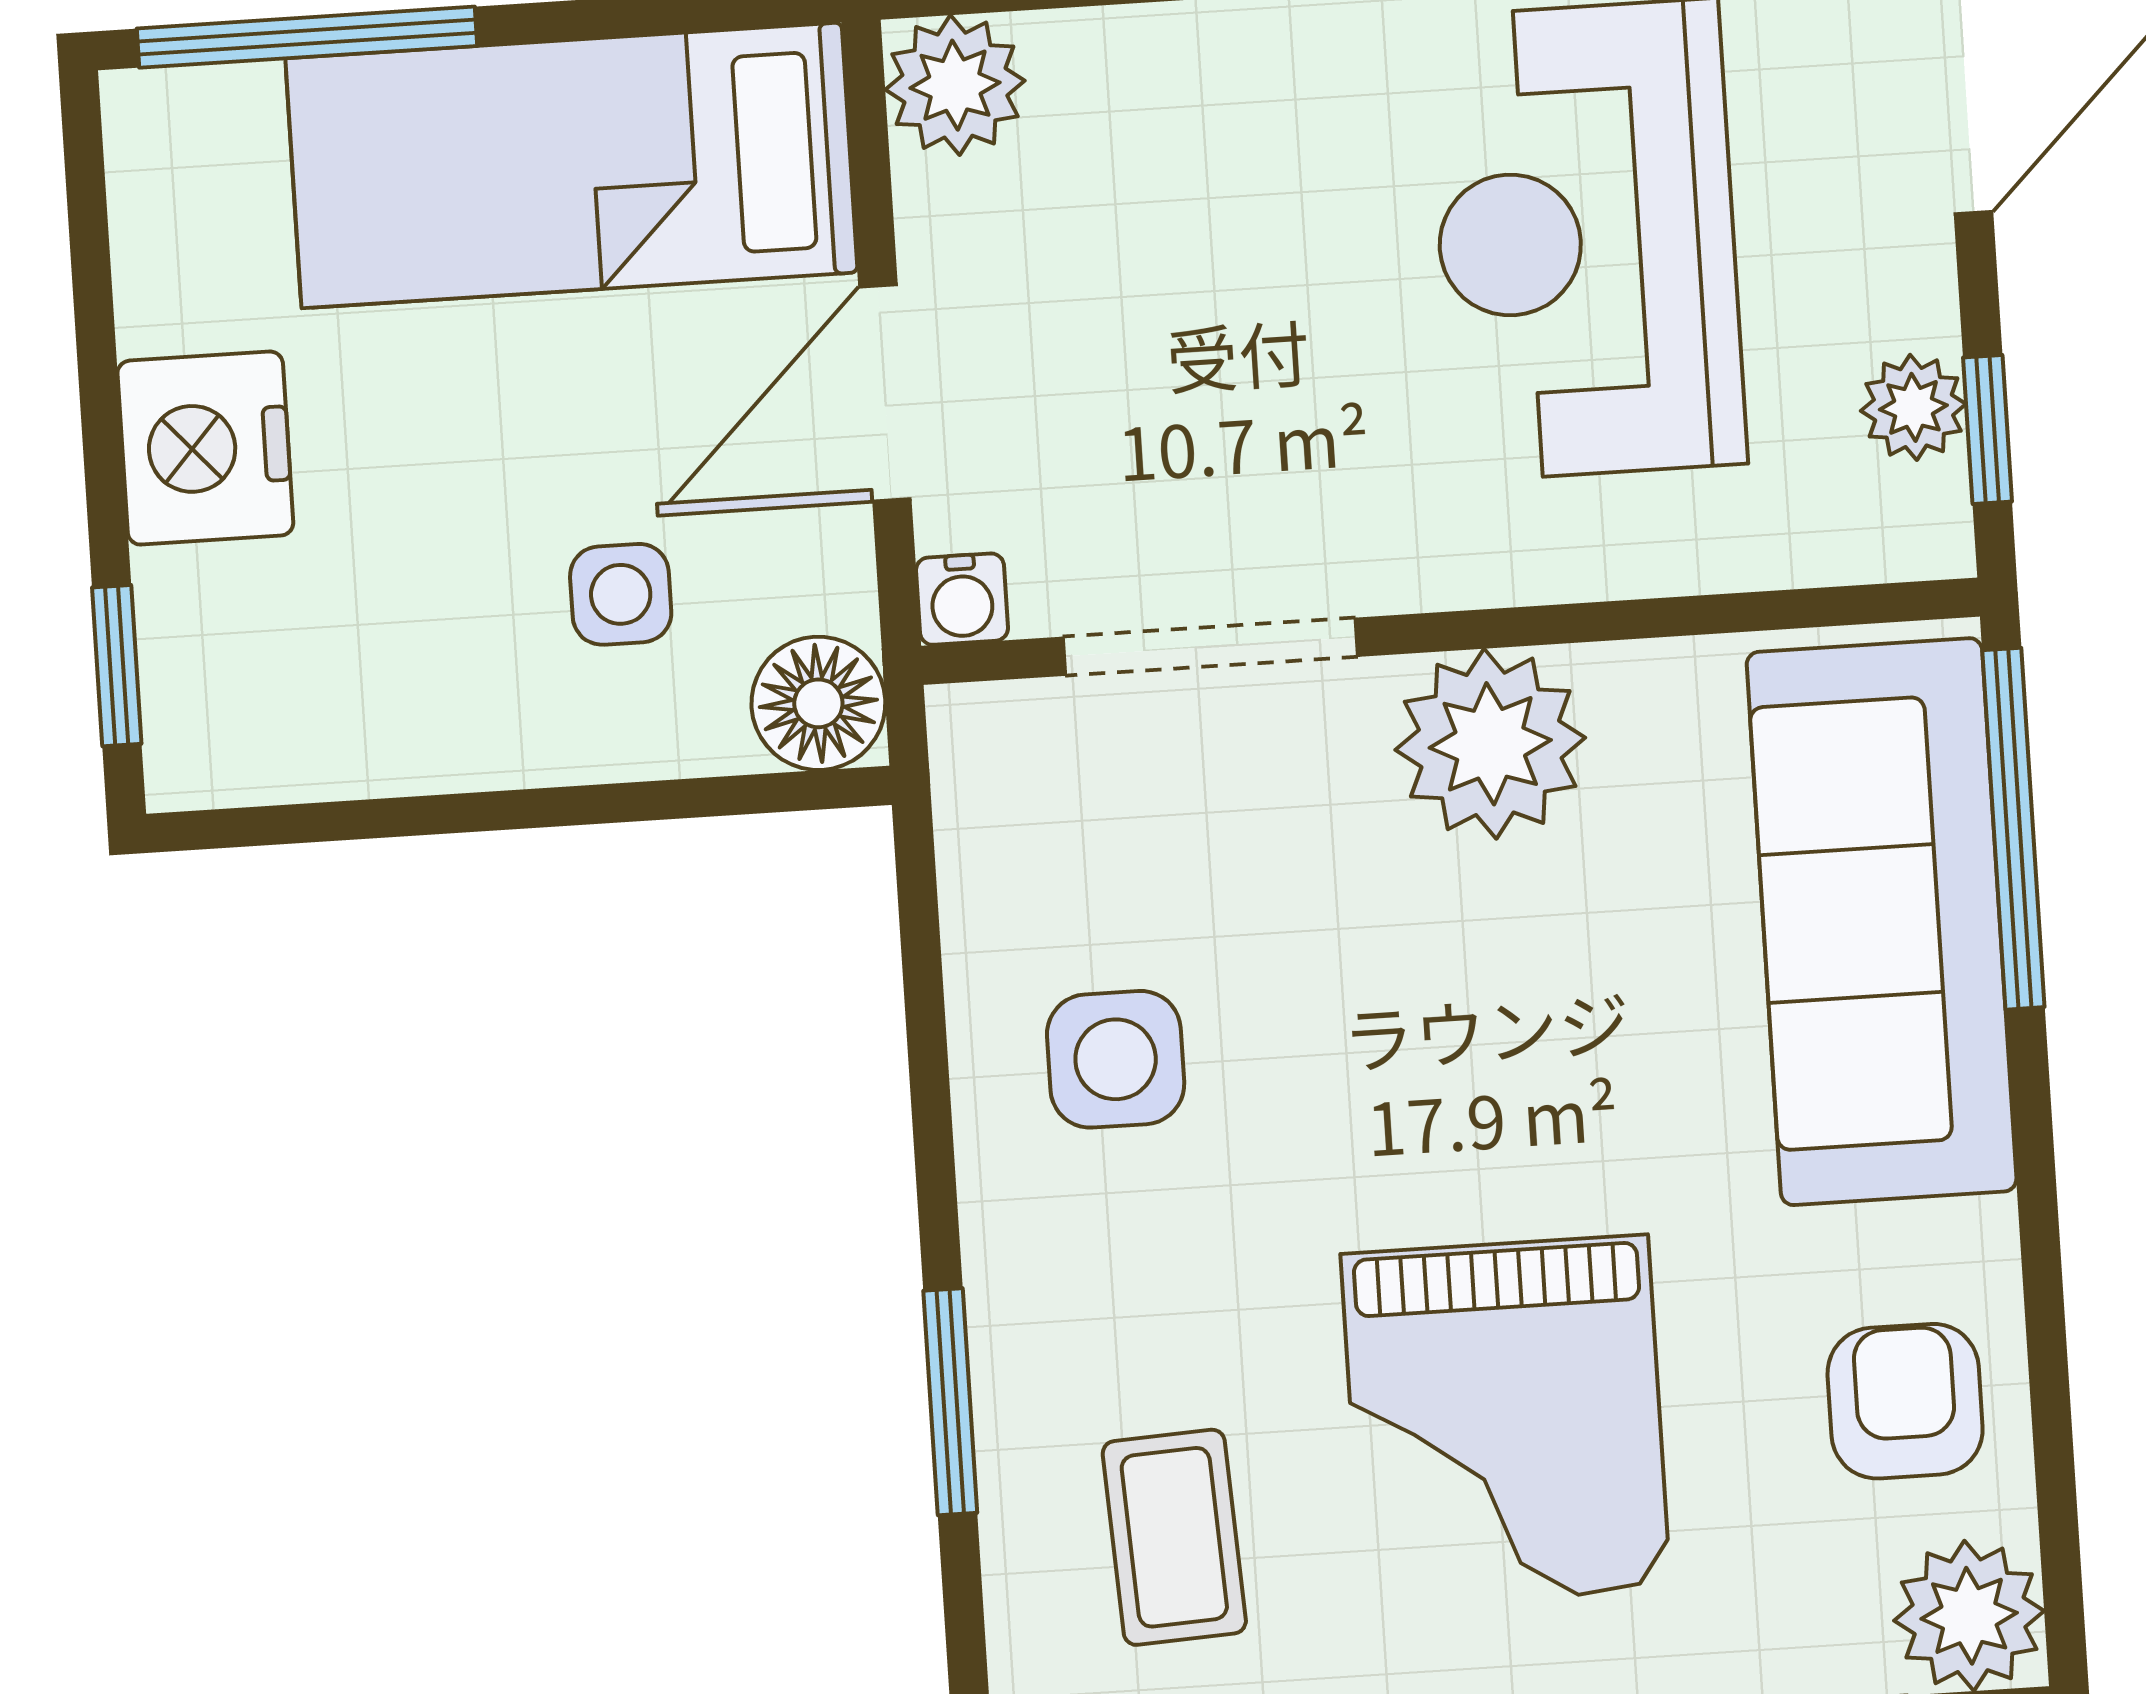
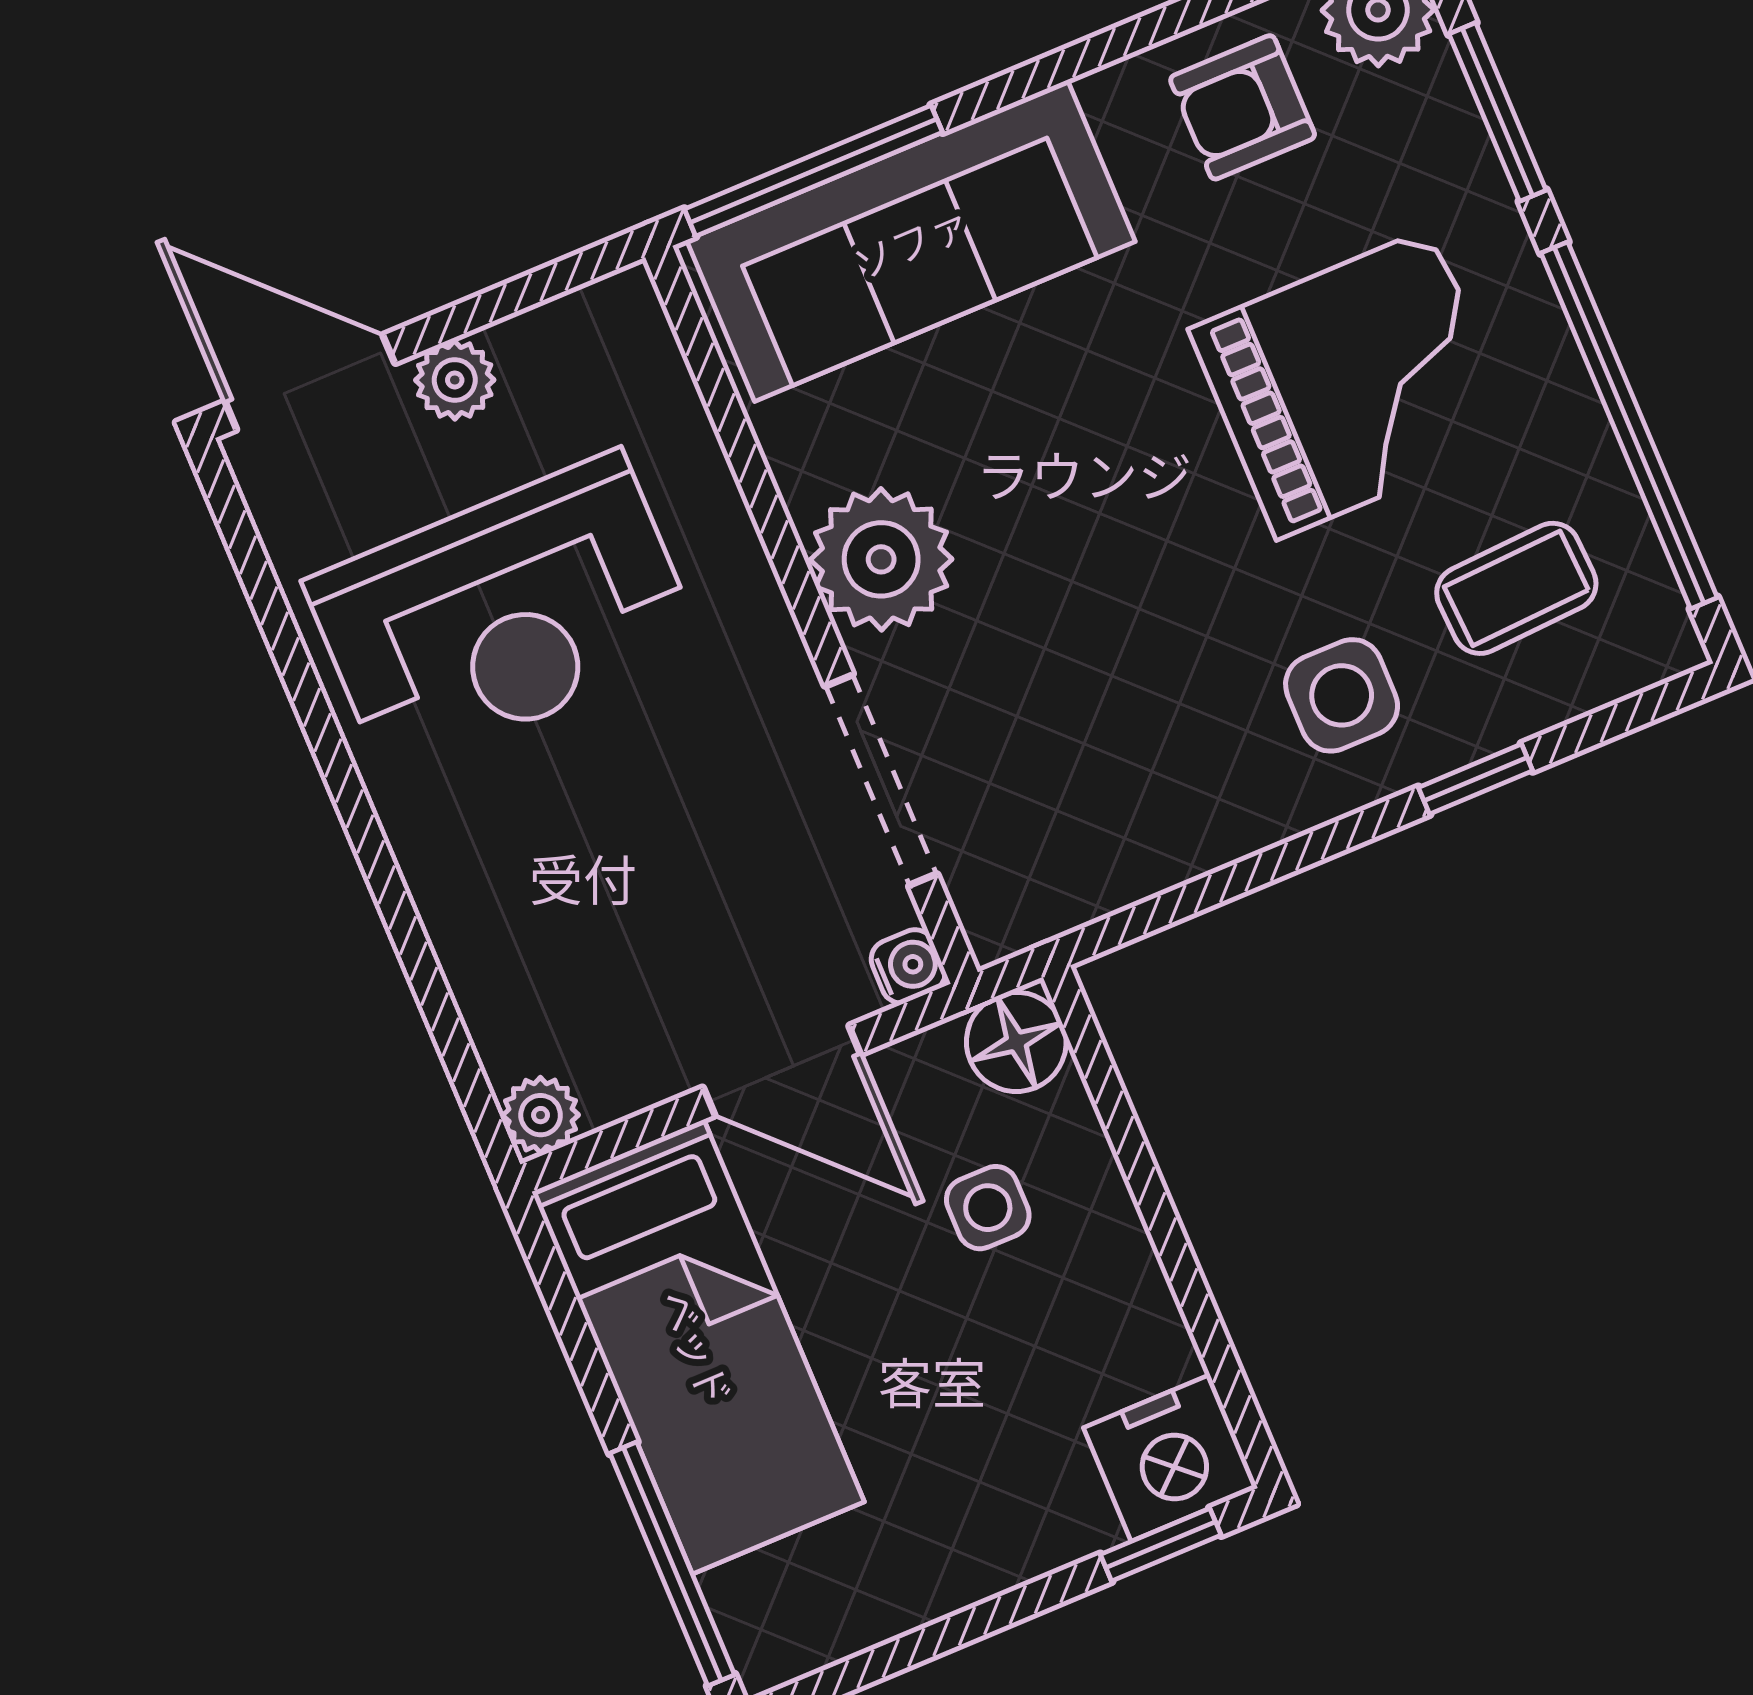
plant: (955, 85) -> (541, 1115), width x0.73, depth x0.73
plant: (1913, 407) -> (455, 380), moved
window: (1988, 429) -> (539, 286), removed
nightstand: (205, 448) -> (1171, 1458), moved
side table: (1116, 1059) -> (1342, 695), moved
window: (950, 1402) -> (1476, 779), width x0.67

